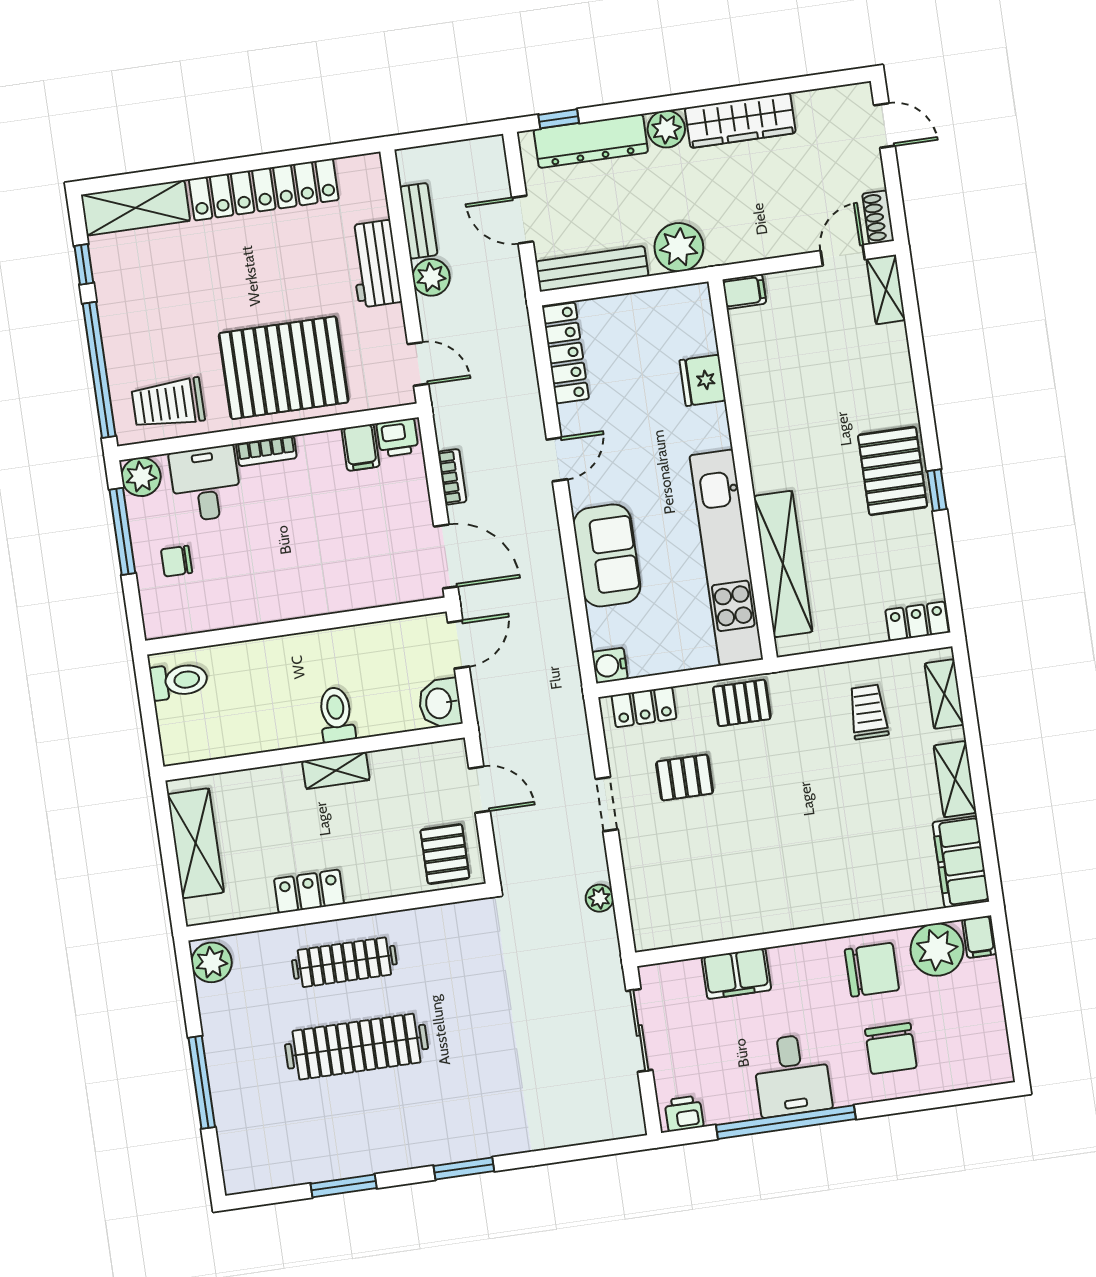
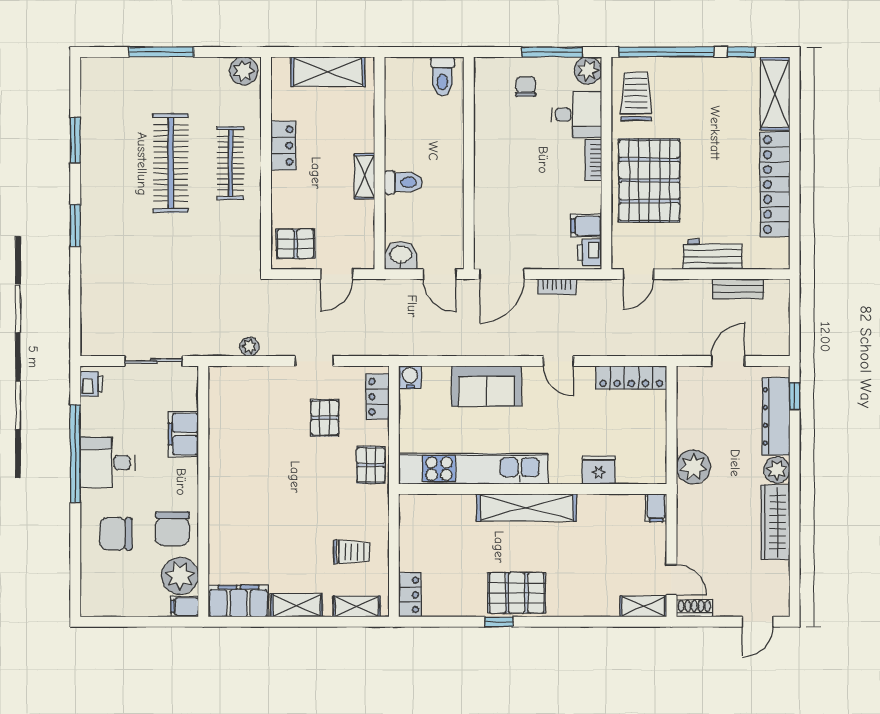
bench: (592, 269) -> (687, 404), removed
plant: (431, 277) -> (697, 292), removed
shelving: (783, 564) -> (527, 507), moved

